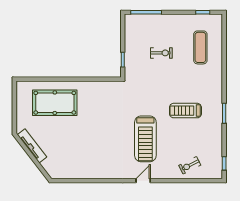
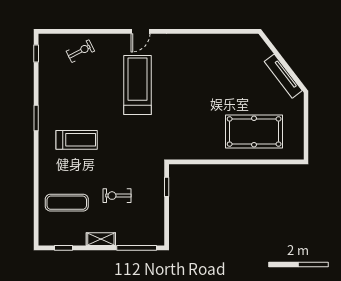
shelving: (174, 19) -> (101, 239), added
exercise mat: (200, 47) -> (67, 203), turned 90
treadmill: (185, 111) -> (77, 140), moved

